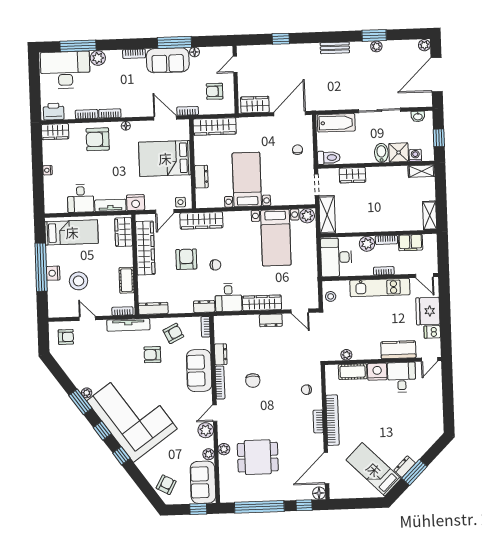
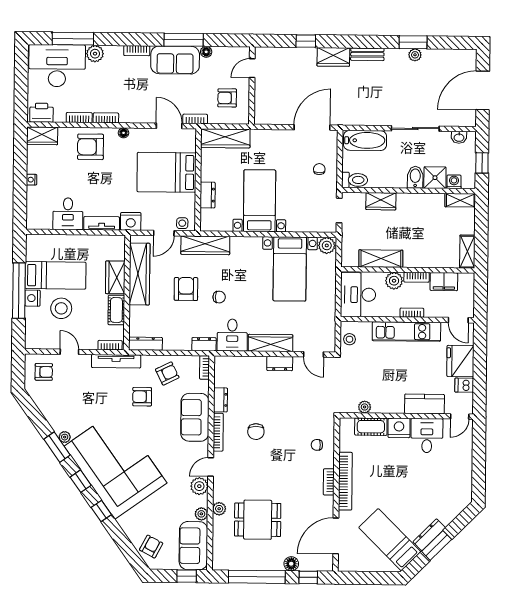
plant: (424, 45) -> (470, 56), removed
wardrobe: (255, 105) -> (333, 57), moved, turned 180
shelving: (327, 215) -> (381, 259), moved, turned 90
bed: (72, 232) -> (56, 275), moved
wardrobe: (124, 232) -> (115, 277), moved
dresser: (405, 467) -> (429, 535), width x1.44
floor lamp: (319, 493) -> (291, 564), moved

